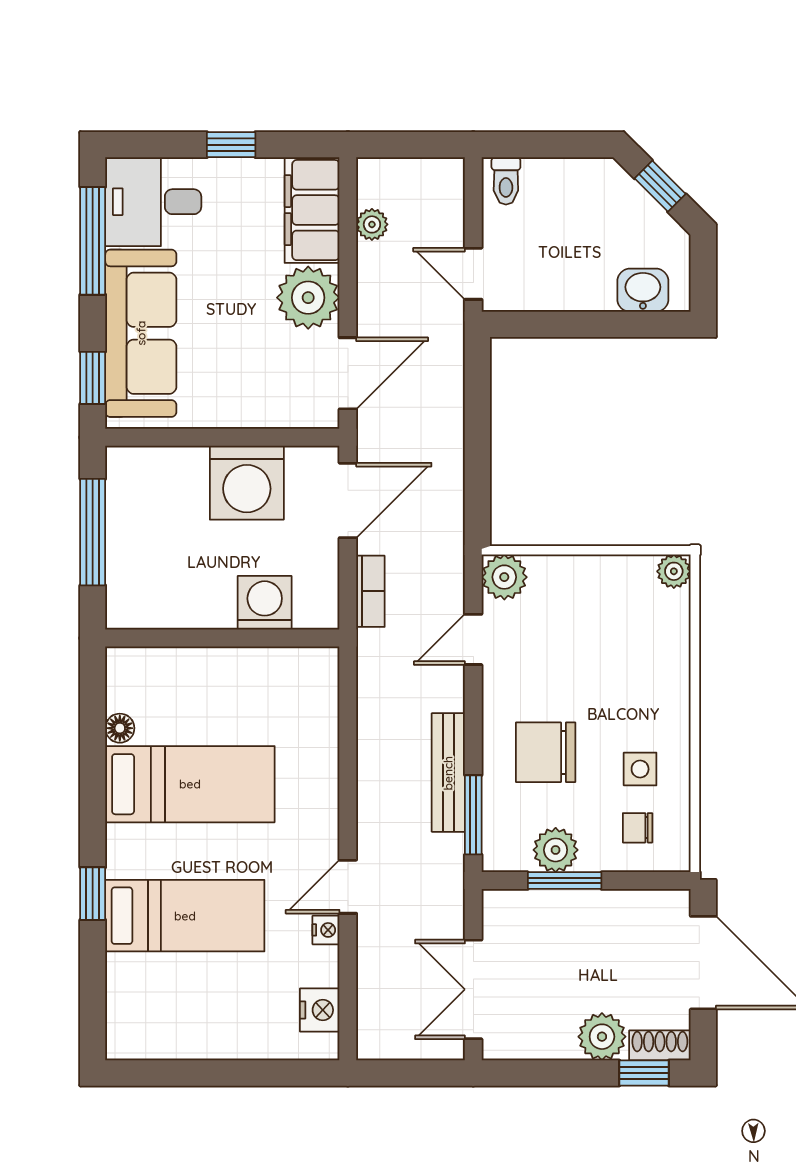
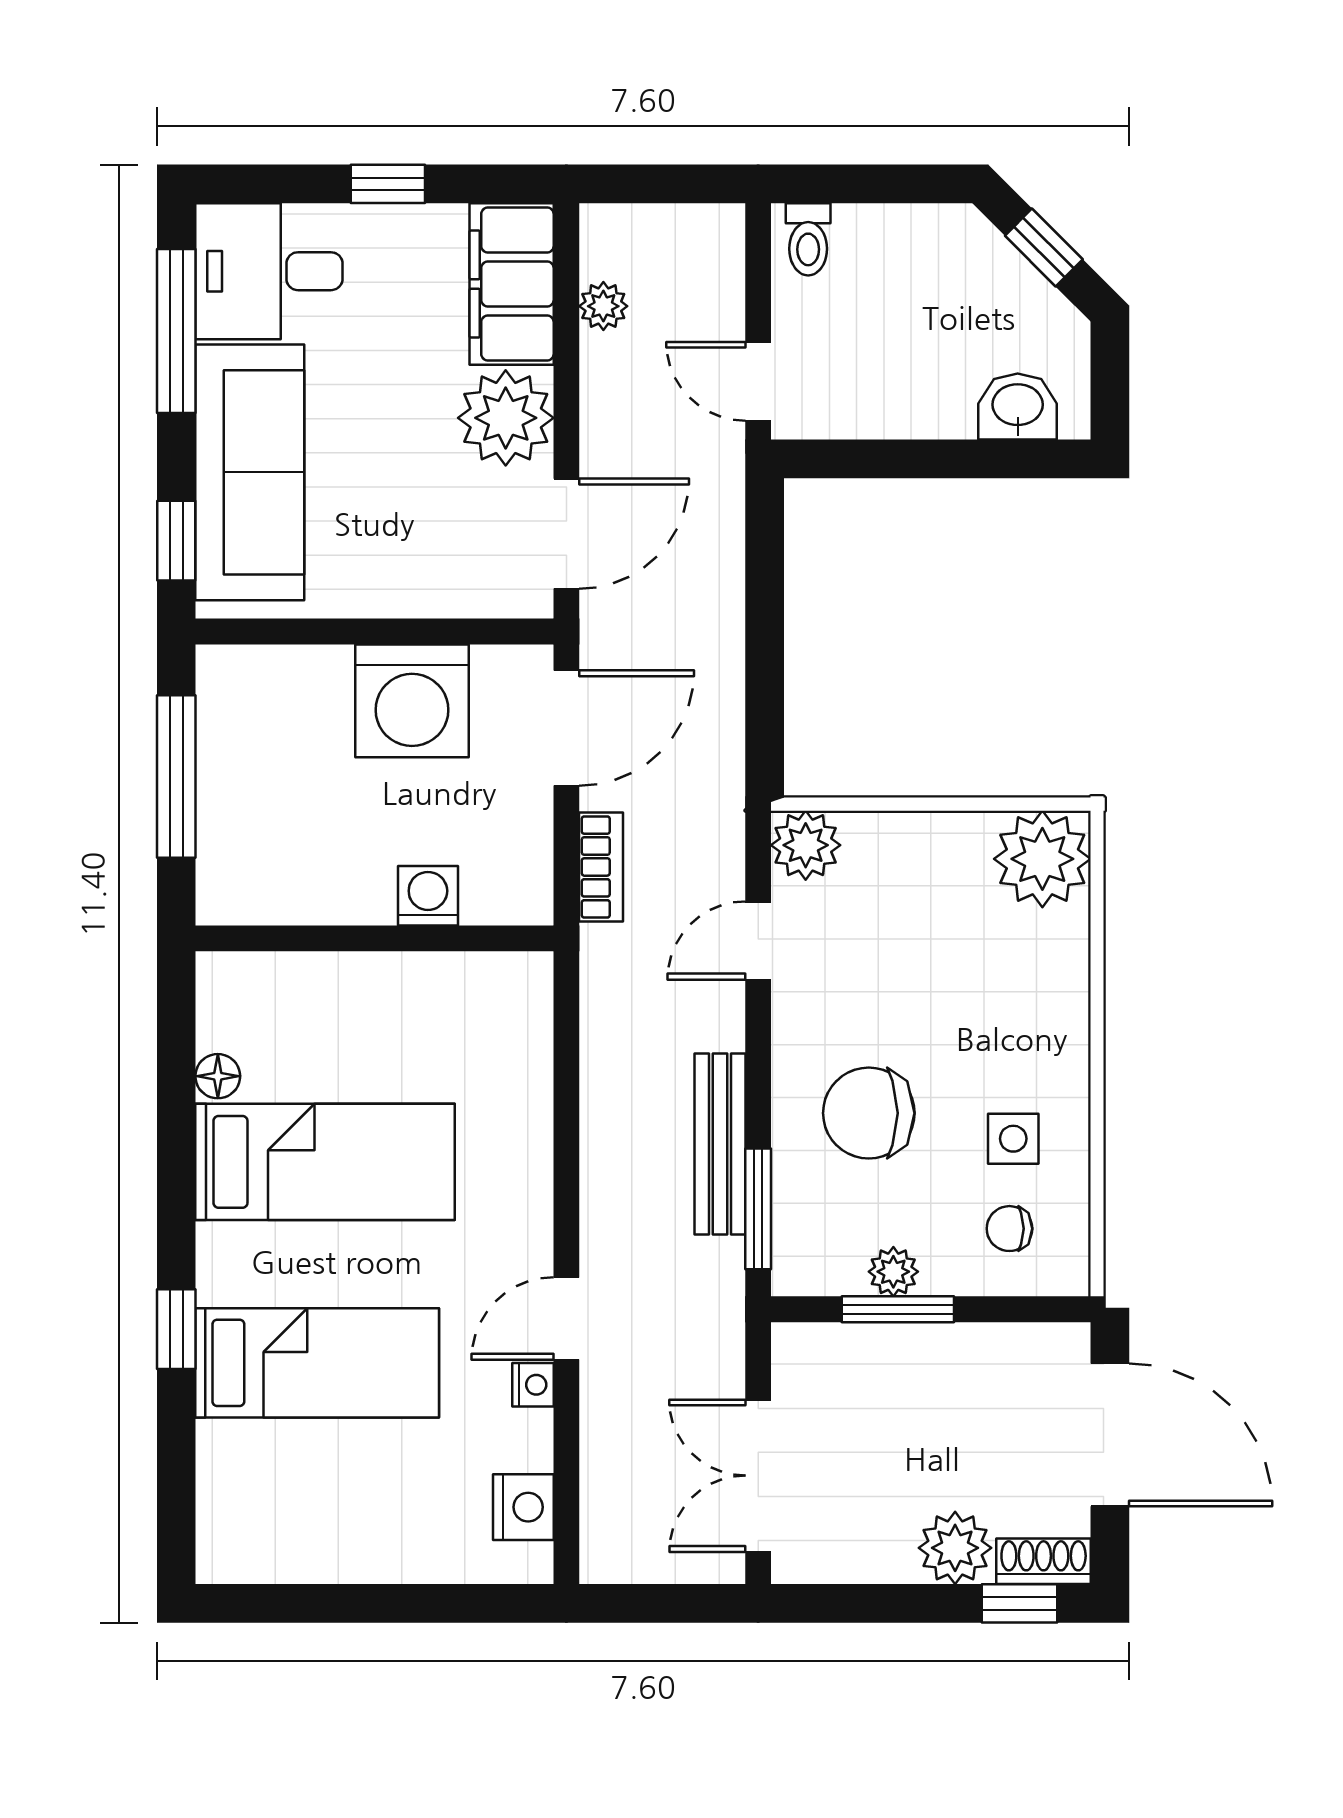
plant: (674, 571) -> (1042, 859), width x1.88, depth x1.88
washing machine: (265, 603) -> (428, 896), width x0.73, depth x0.73
plant: (556, 850) -> (893, 1272), width x0.73, depth x0.73

